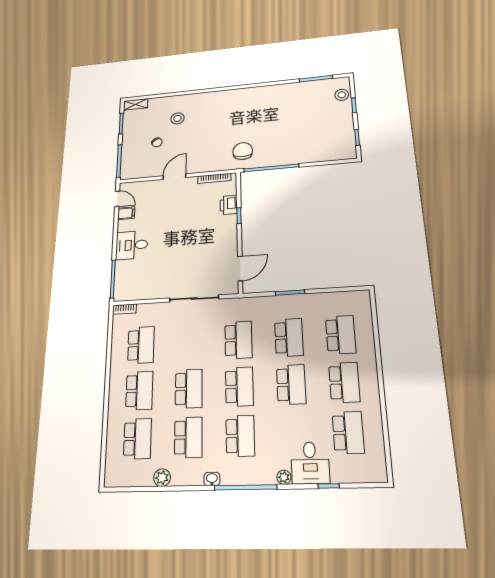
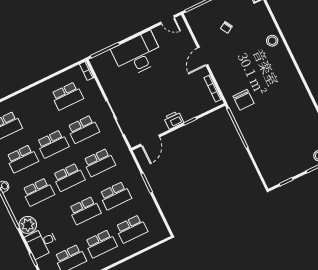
stool: (177, 118) -> (272, 41), moved
chair: (243, 151) -> (244, 100), turned 90
door: (174, 177) -> (203, 56), swing flipped
door: (117, 199) -> (168, 20), hinge flipped
printer: (229, 205) -> (174, 120), moved
filing cabinet: (126, 213) -> (159, 33), removed
desk: (132, 245) -> (137, 54), width x1.87, depth x1.30
door: (240, 269) -> (150, 140), hinge flipped
school desk: (139, 391) -> (83, 129), moved
plant: (284, 477) -> (28, 225), width x1.87, depth x1.87

